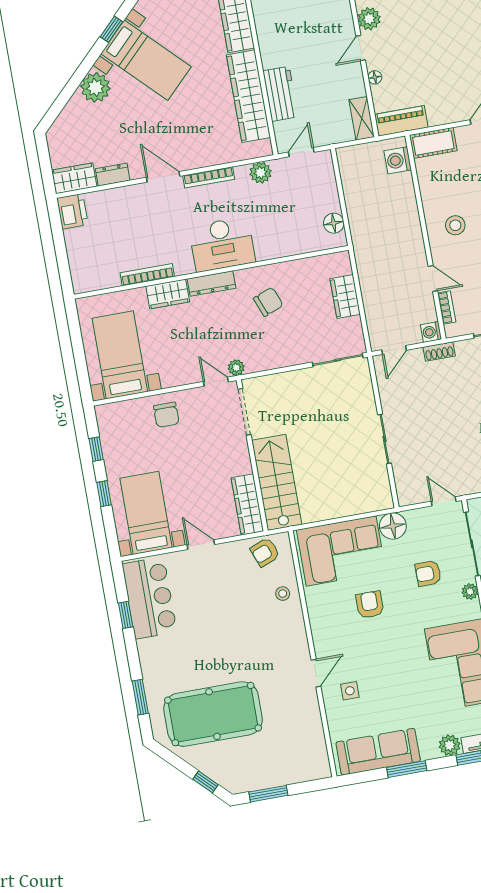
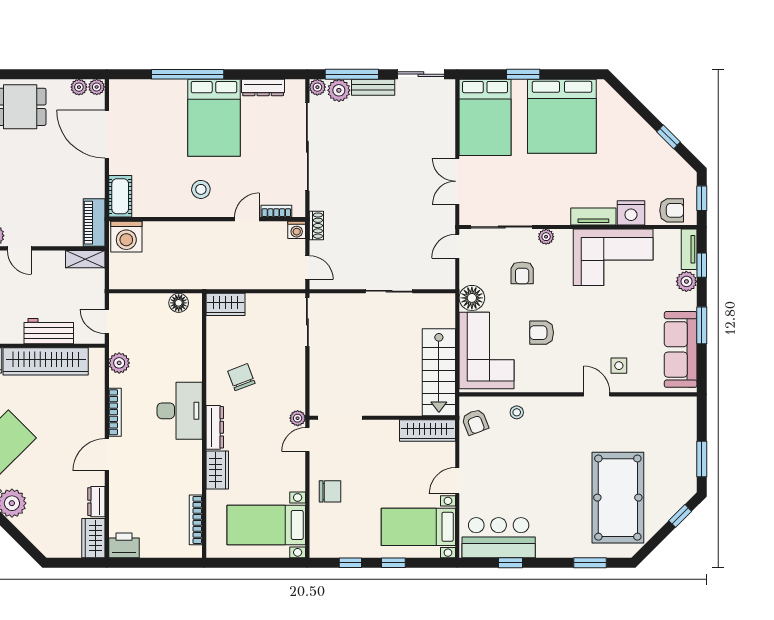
floor lamp: (375, 77) -> (49, 240), removed
washing machine: (398, 160) -> (126, 237), width x1.37, depth x1.37
bookcase: (147, 275) -> (196, 520), moved
wardrobe: (345, 296) -> (225, 304), moved
stairs: (277, 482) -> (439, 372), moved, turned -90

